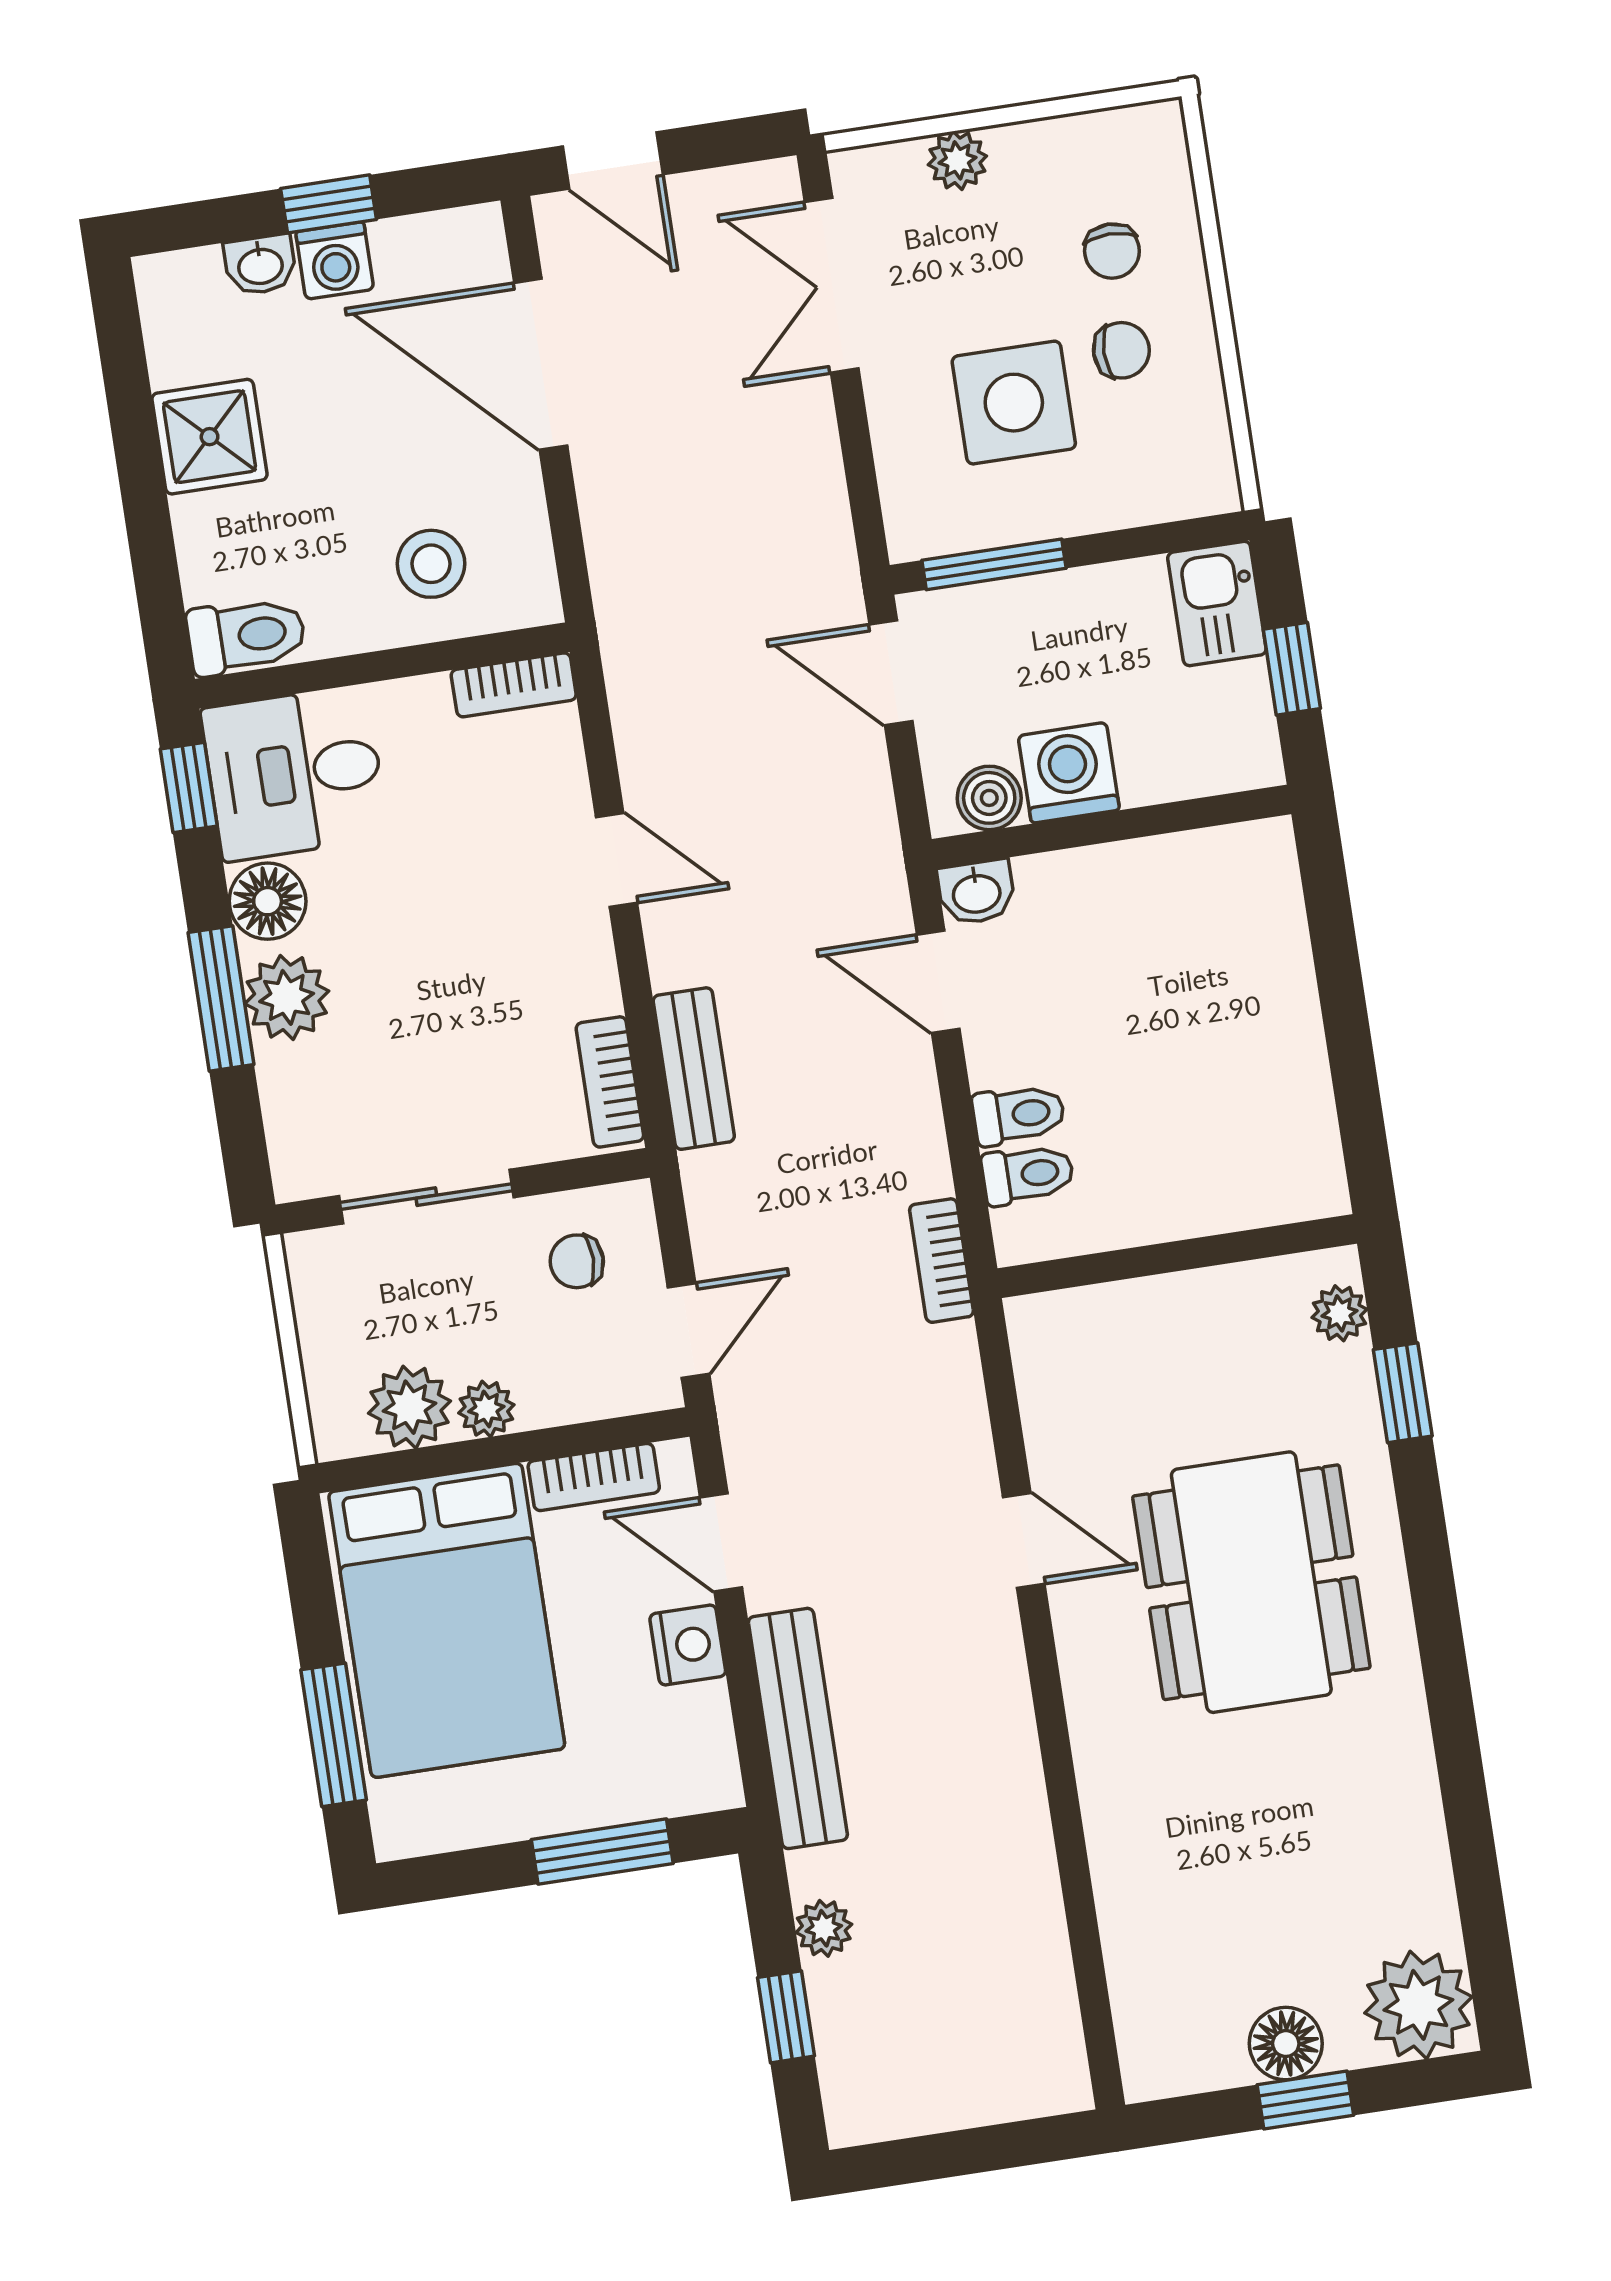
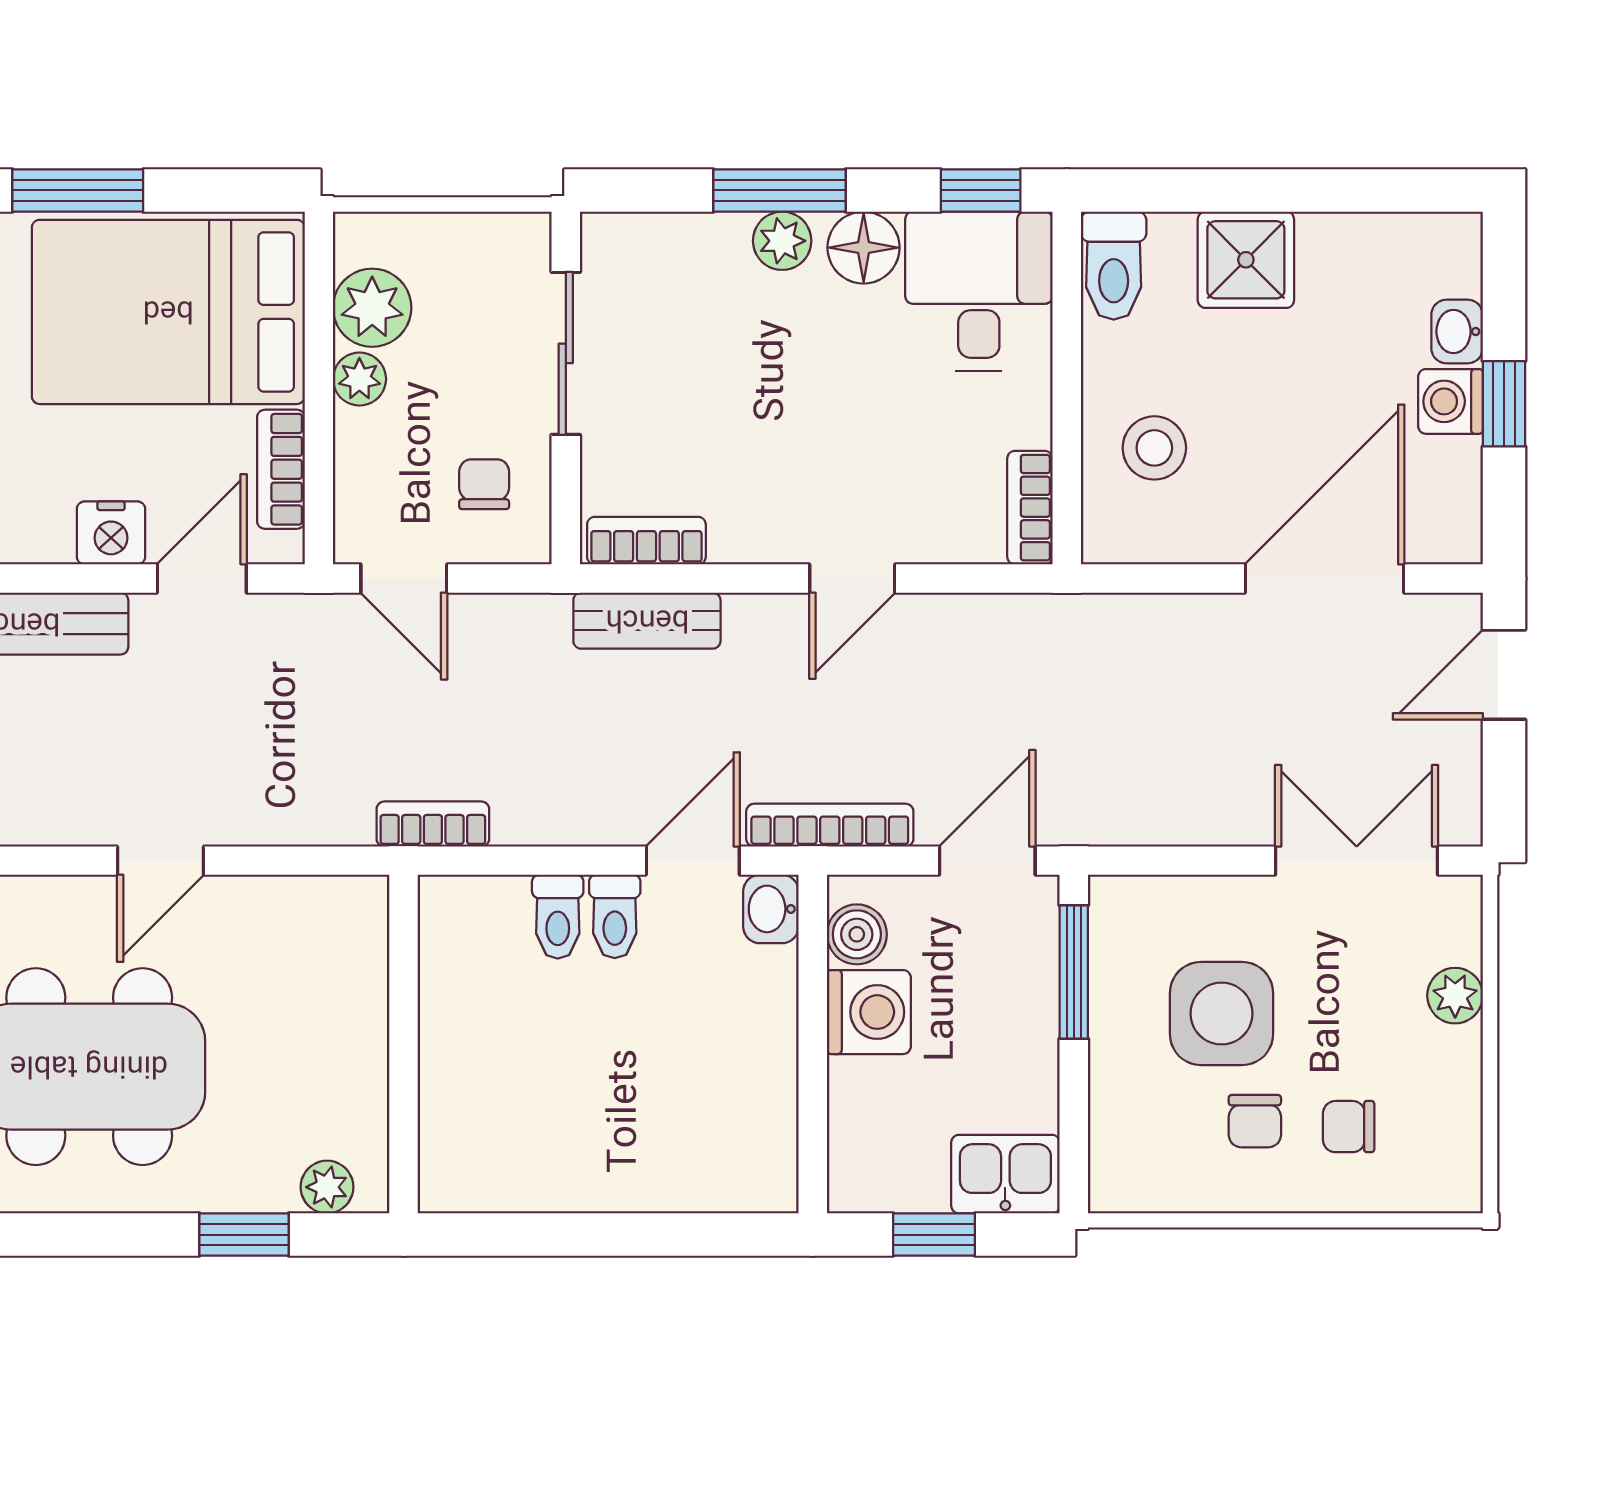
shower: (210, 437) -> (1246, 260), moved
bookcase: (879, 844) -> (830, 825), added
plant: (287, 997) -> (782, 241), width x0.73, depth x0.73
toilet: (1028, 1174) -> (615, 916), moved

